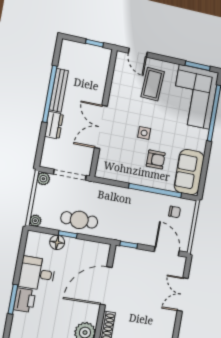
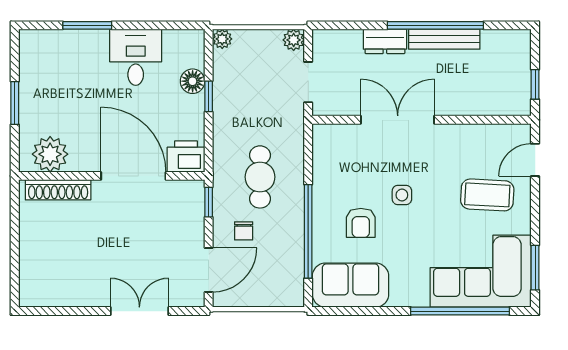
doorway: (70, 175) -> (308, 82), width x0.73
chair: (175, 212) -> (244, 231), moved
cafe table: (79, 220) -> (260, 177), moved
printer: (25, 300) -> (186, 156), moved, turned 180

